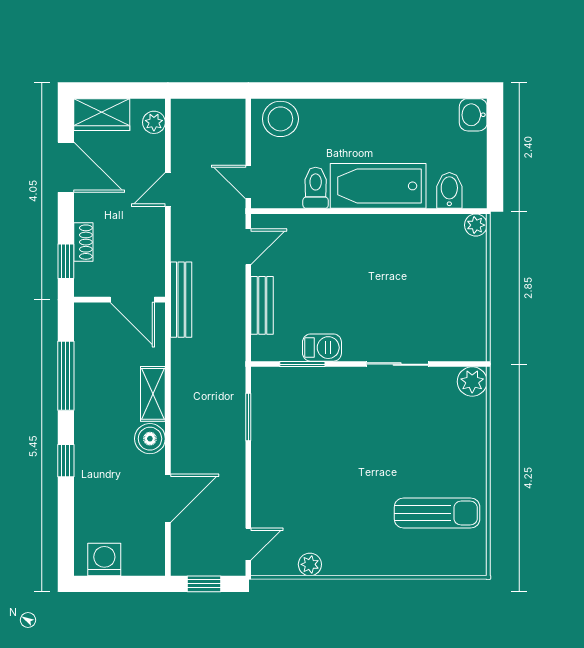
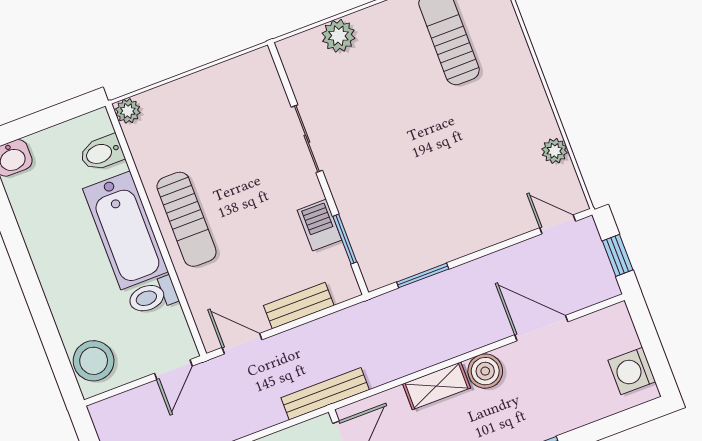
sun lounger: (368, 240) -> (187, 219), added
plant: (472, 382) -> (338, 36), moved

